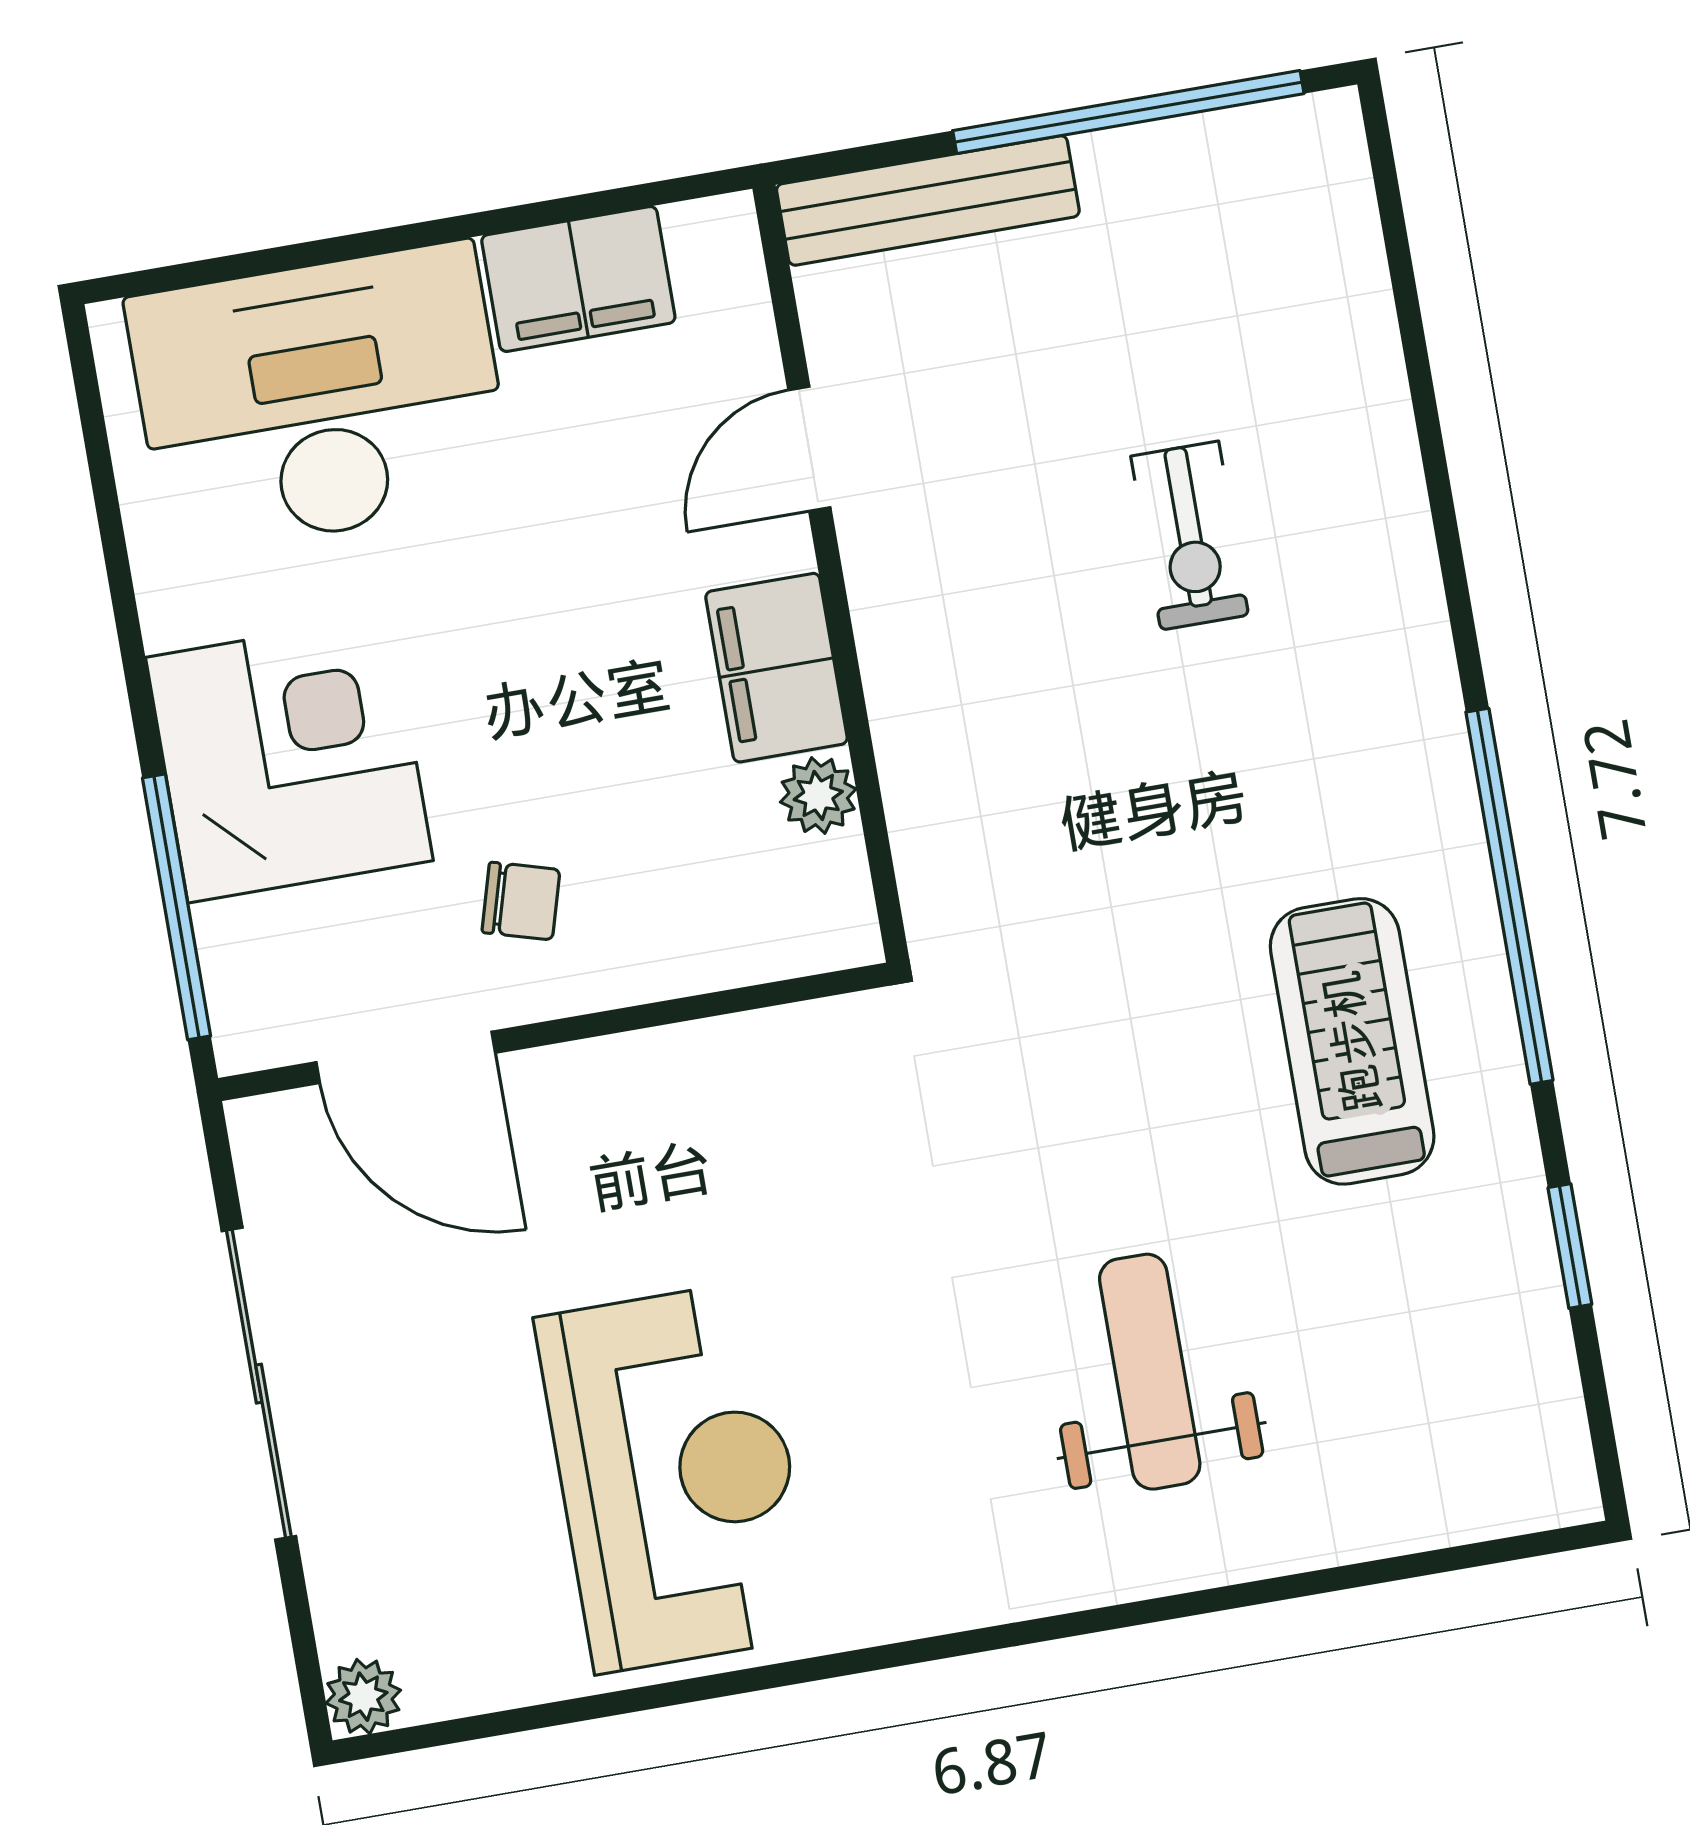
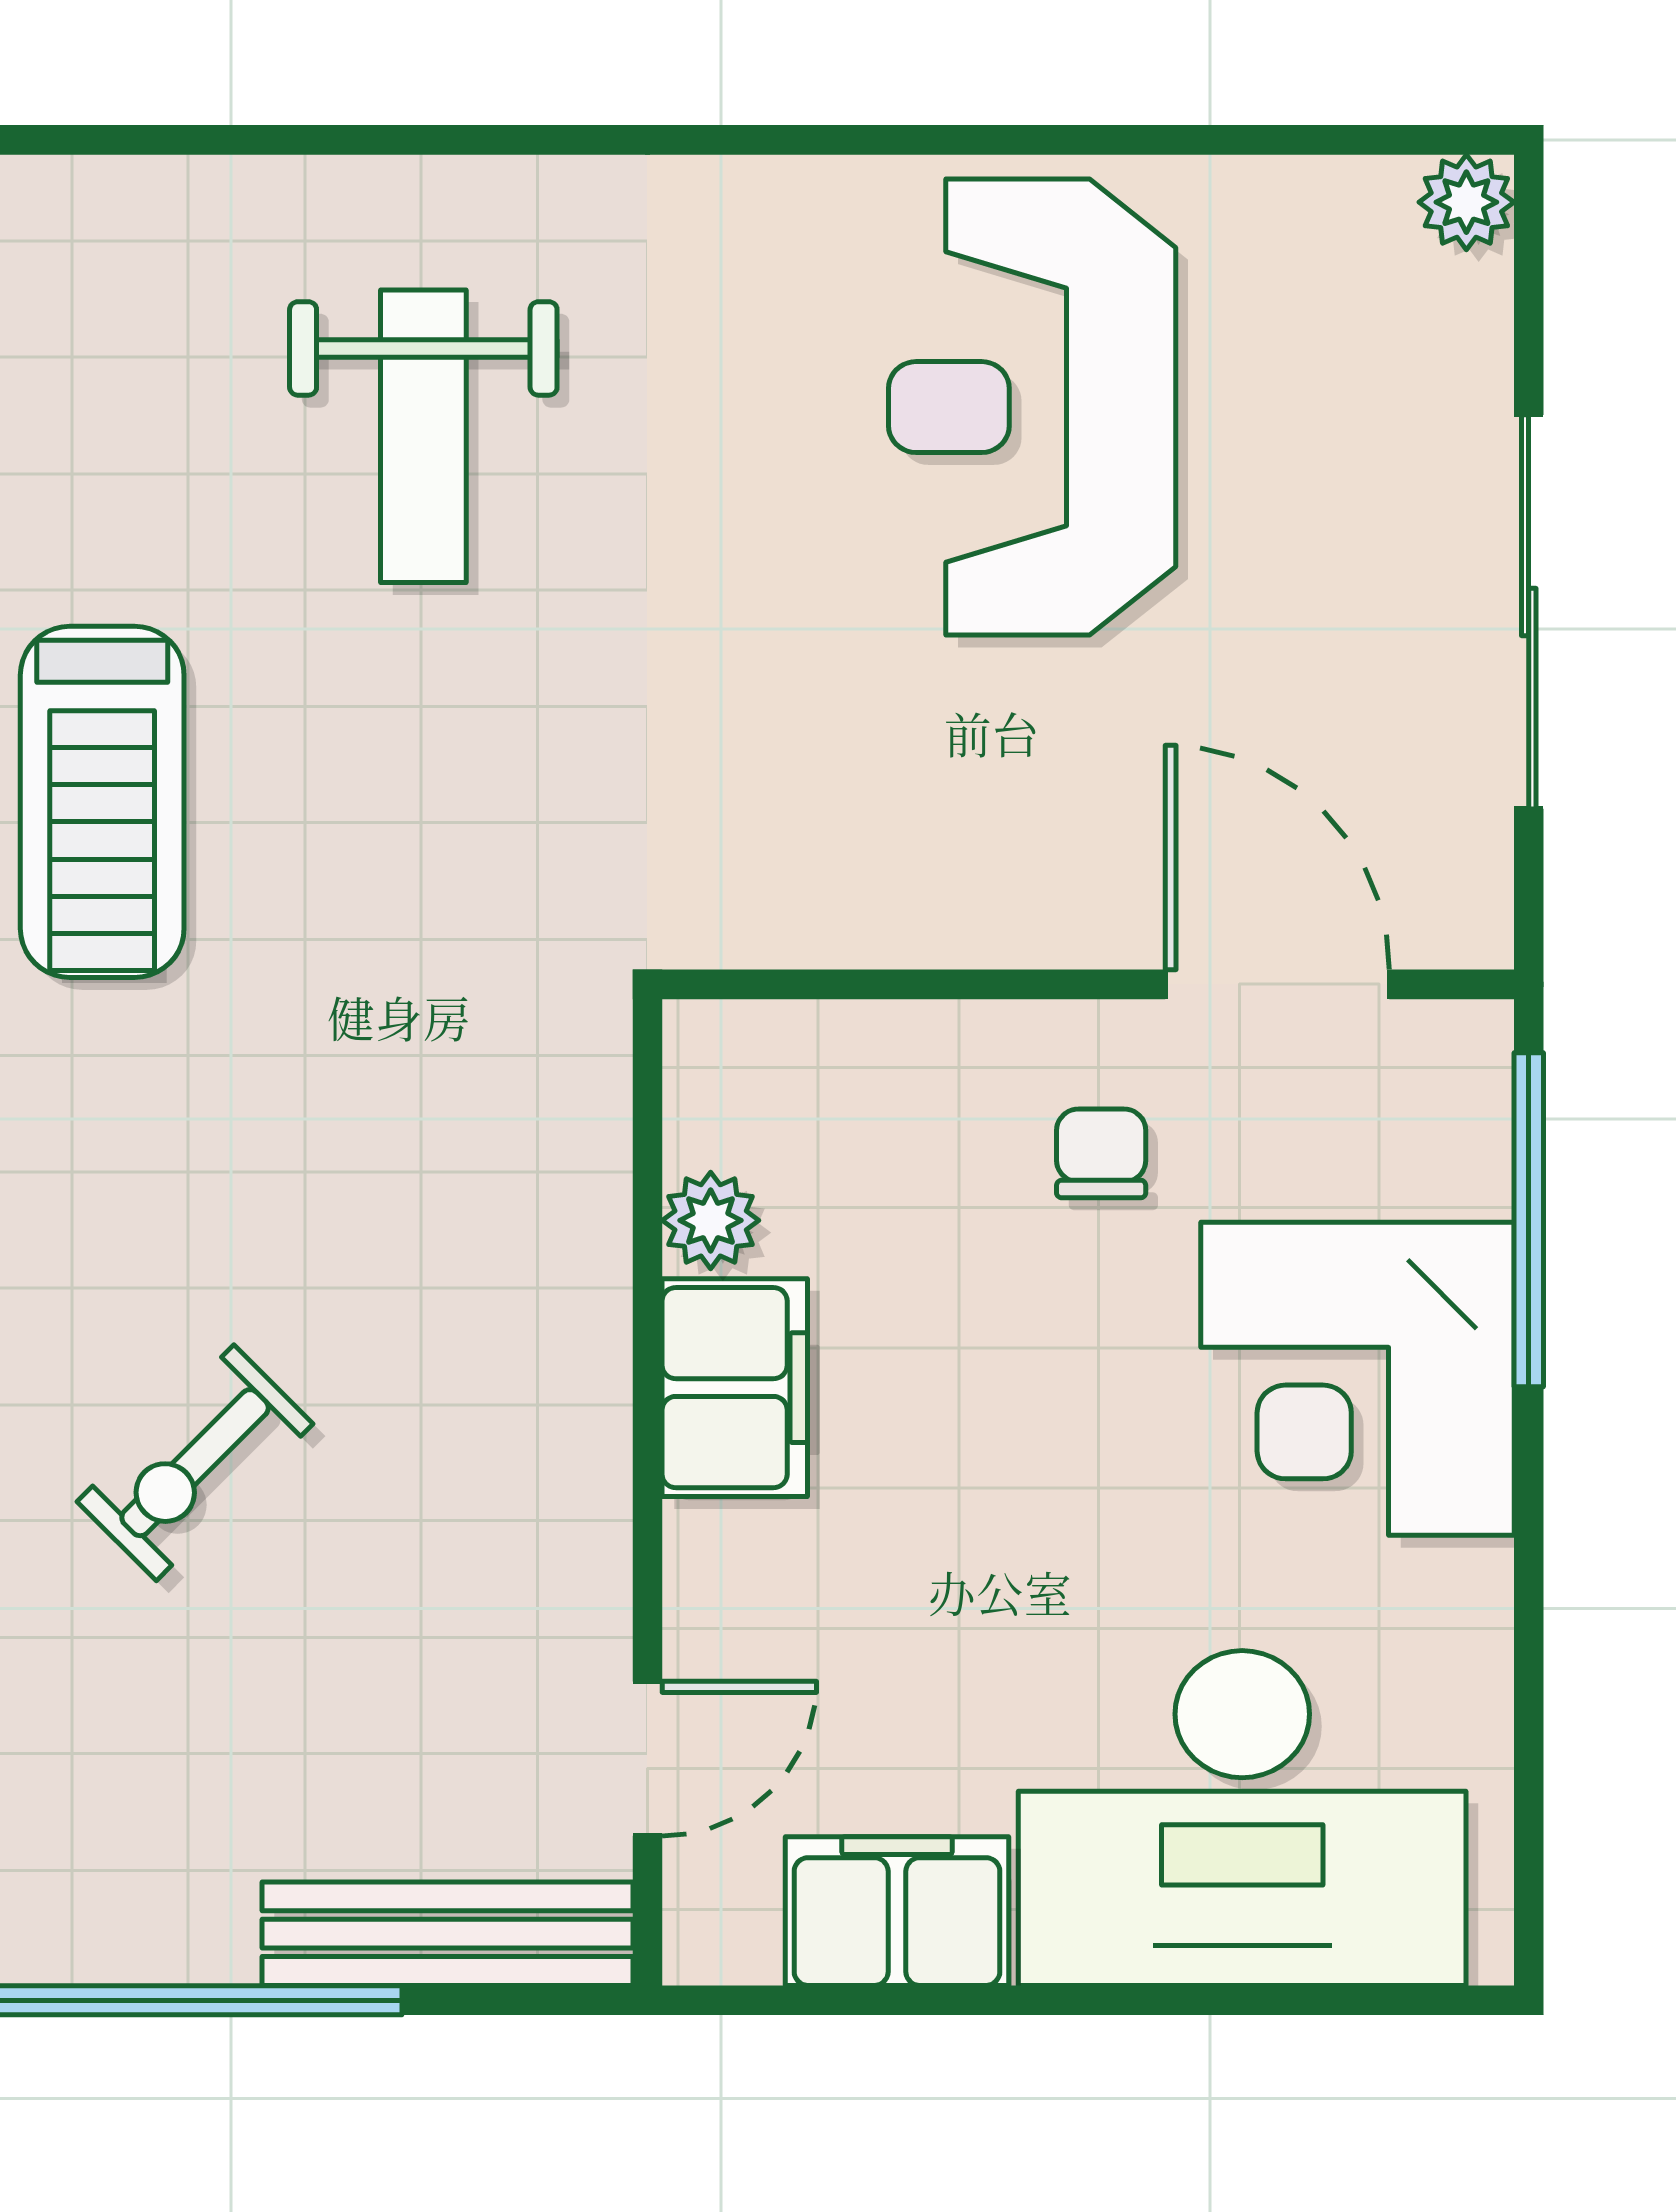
door: (809, 449) -> (647, 1759), moved
exercise bike: (1190, 536) -> (195, 1463), turned -135
chair: (521, 901) -> (1101, 1153), turned 74

